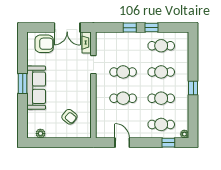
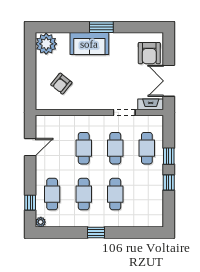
cafe table: (161, 46) -> (147, 148), moved
sofa: (36, 88) -> (89, 44), width x0.73
plant: (40, 134) -> (46, 44), width x1.88, depth x1.88

